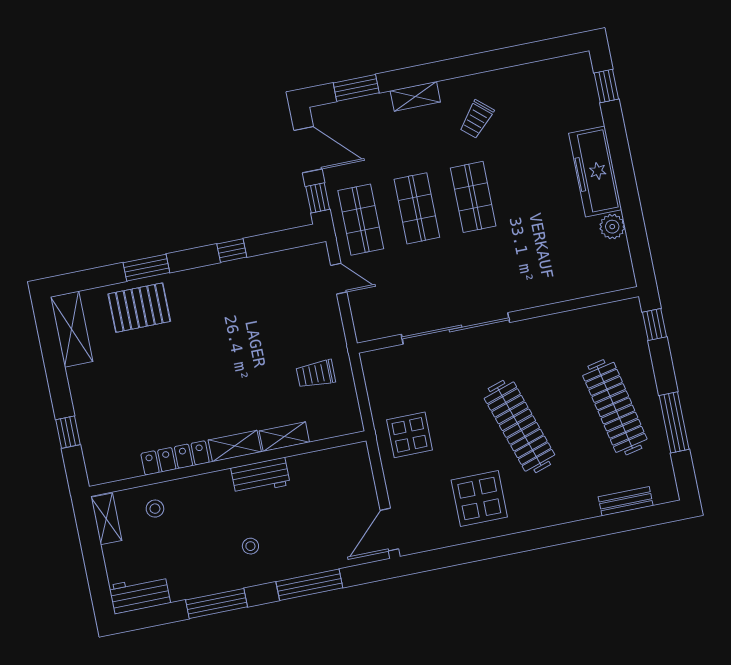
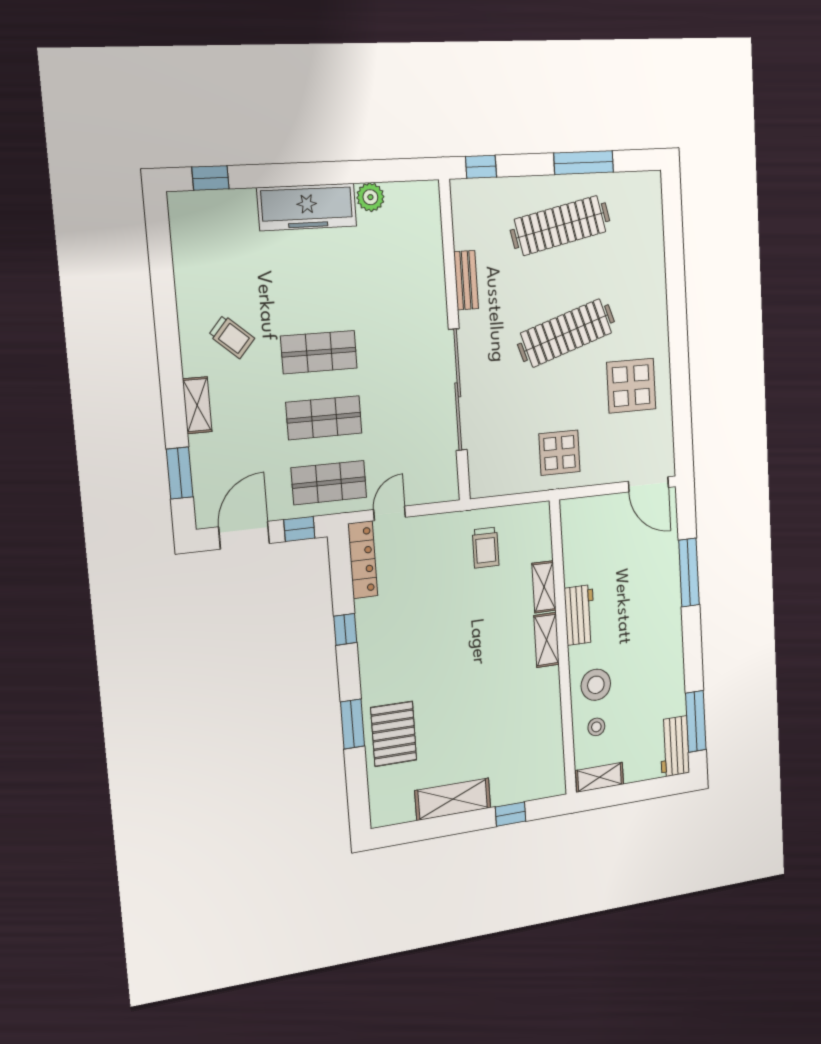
shelving: (72, 329) -> (453, 799), moved
locker: (175, 458) -> (363, 560), moved, turned 180
bench: (626, 501) -> (466, 280), moved
stool: (250, 546) -> (596, 685), moved, width x1.89, depth x1.89
window: (217, 603) -> (696, 721), moved

